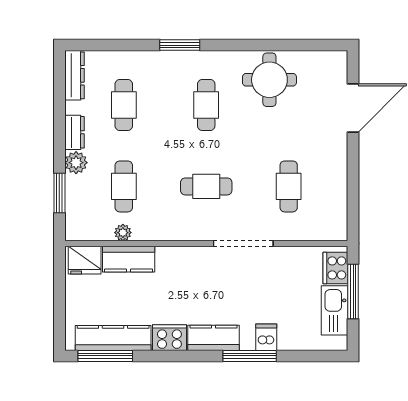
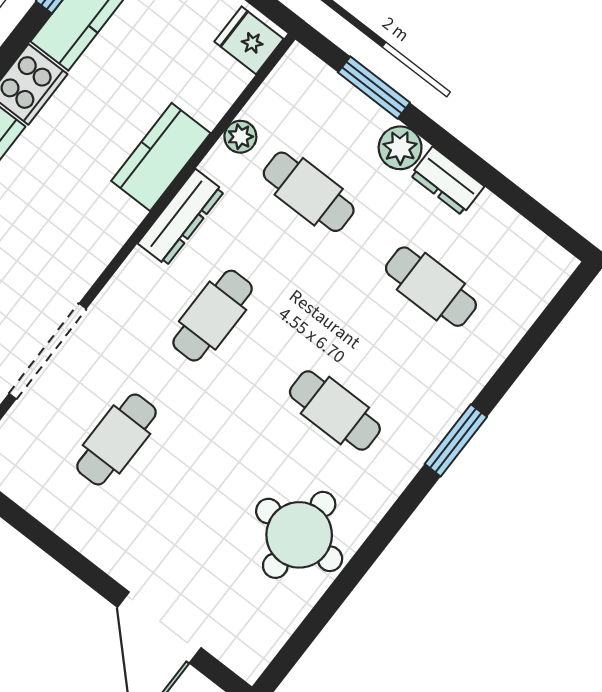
dresser: (74, 75) -> (181, 217), moved, turned -90
cafe table: (289, 186) -> (116, 439), turned 90
doorway: (243, 244) -> (48, 351), moved
kitchen counter: (129, 259) -> (161, 157), moved
fridge: (85, 260) -> (249, 40), width x0.72

